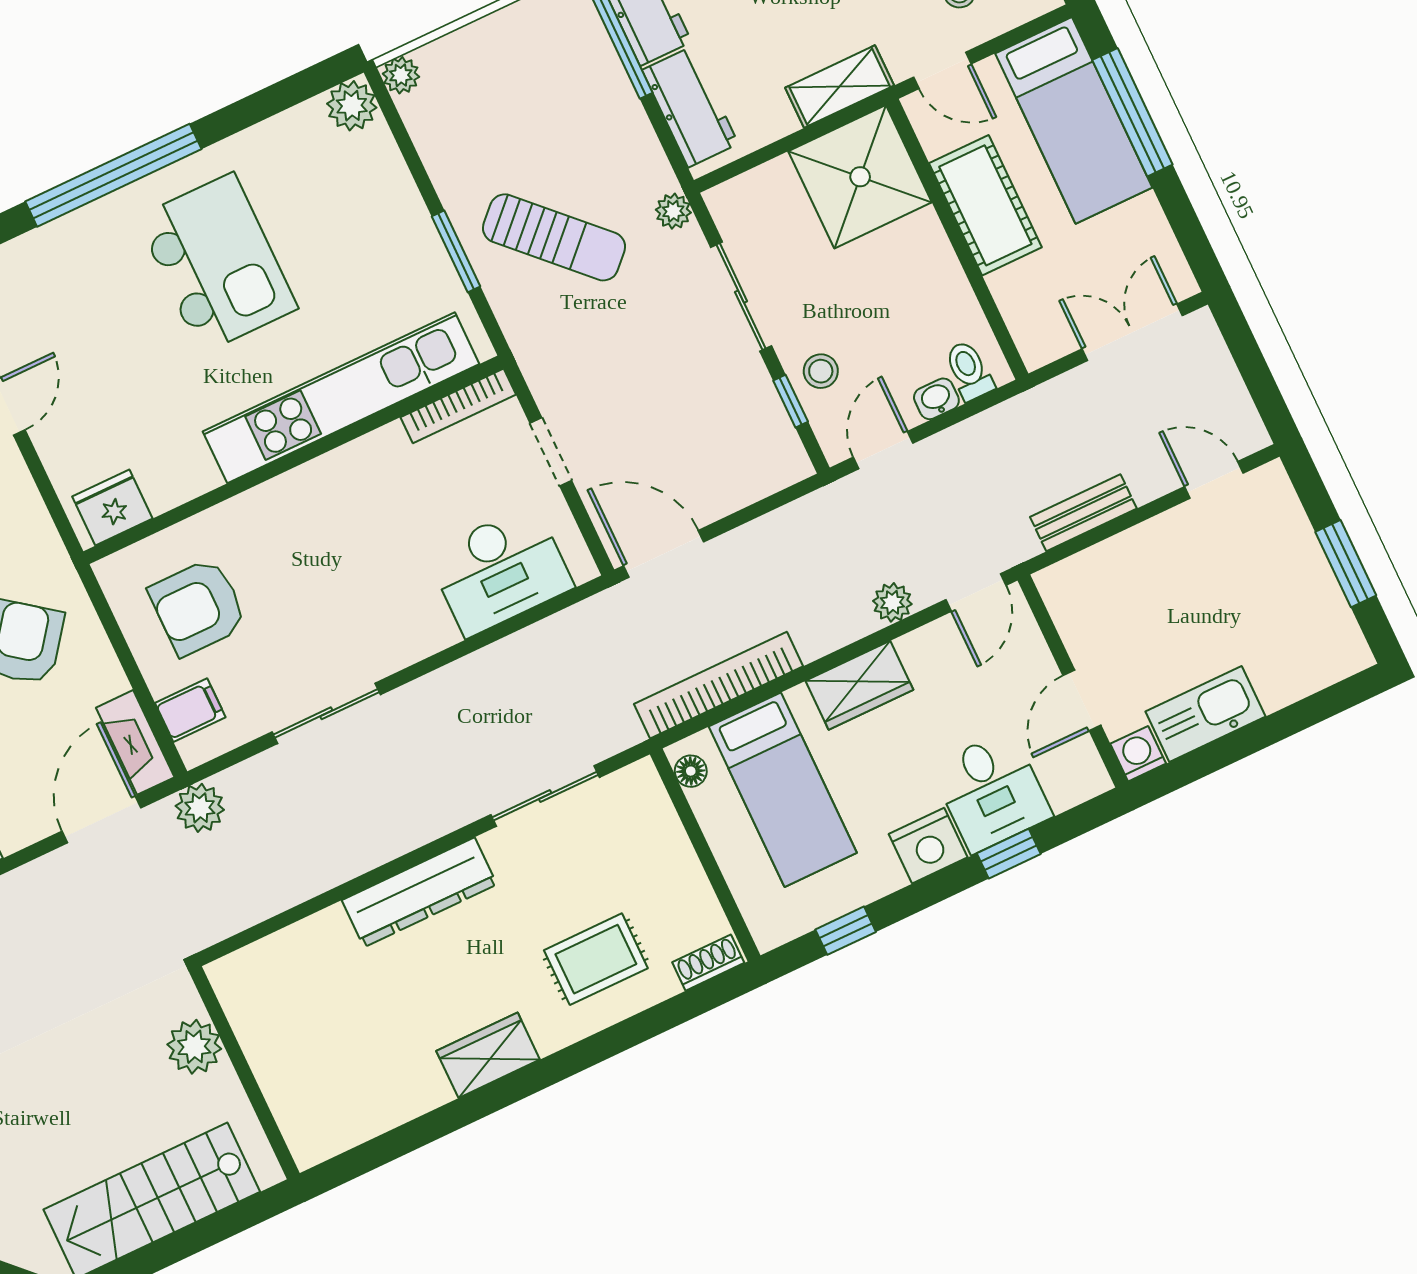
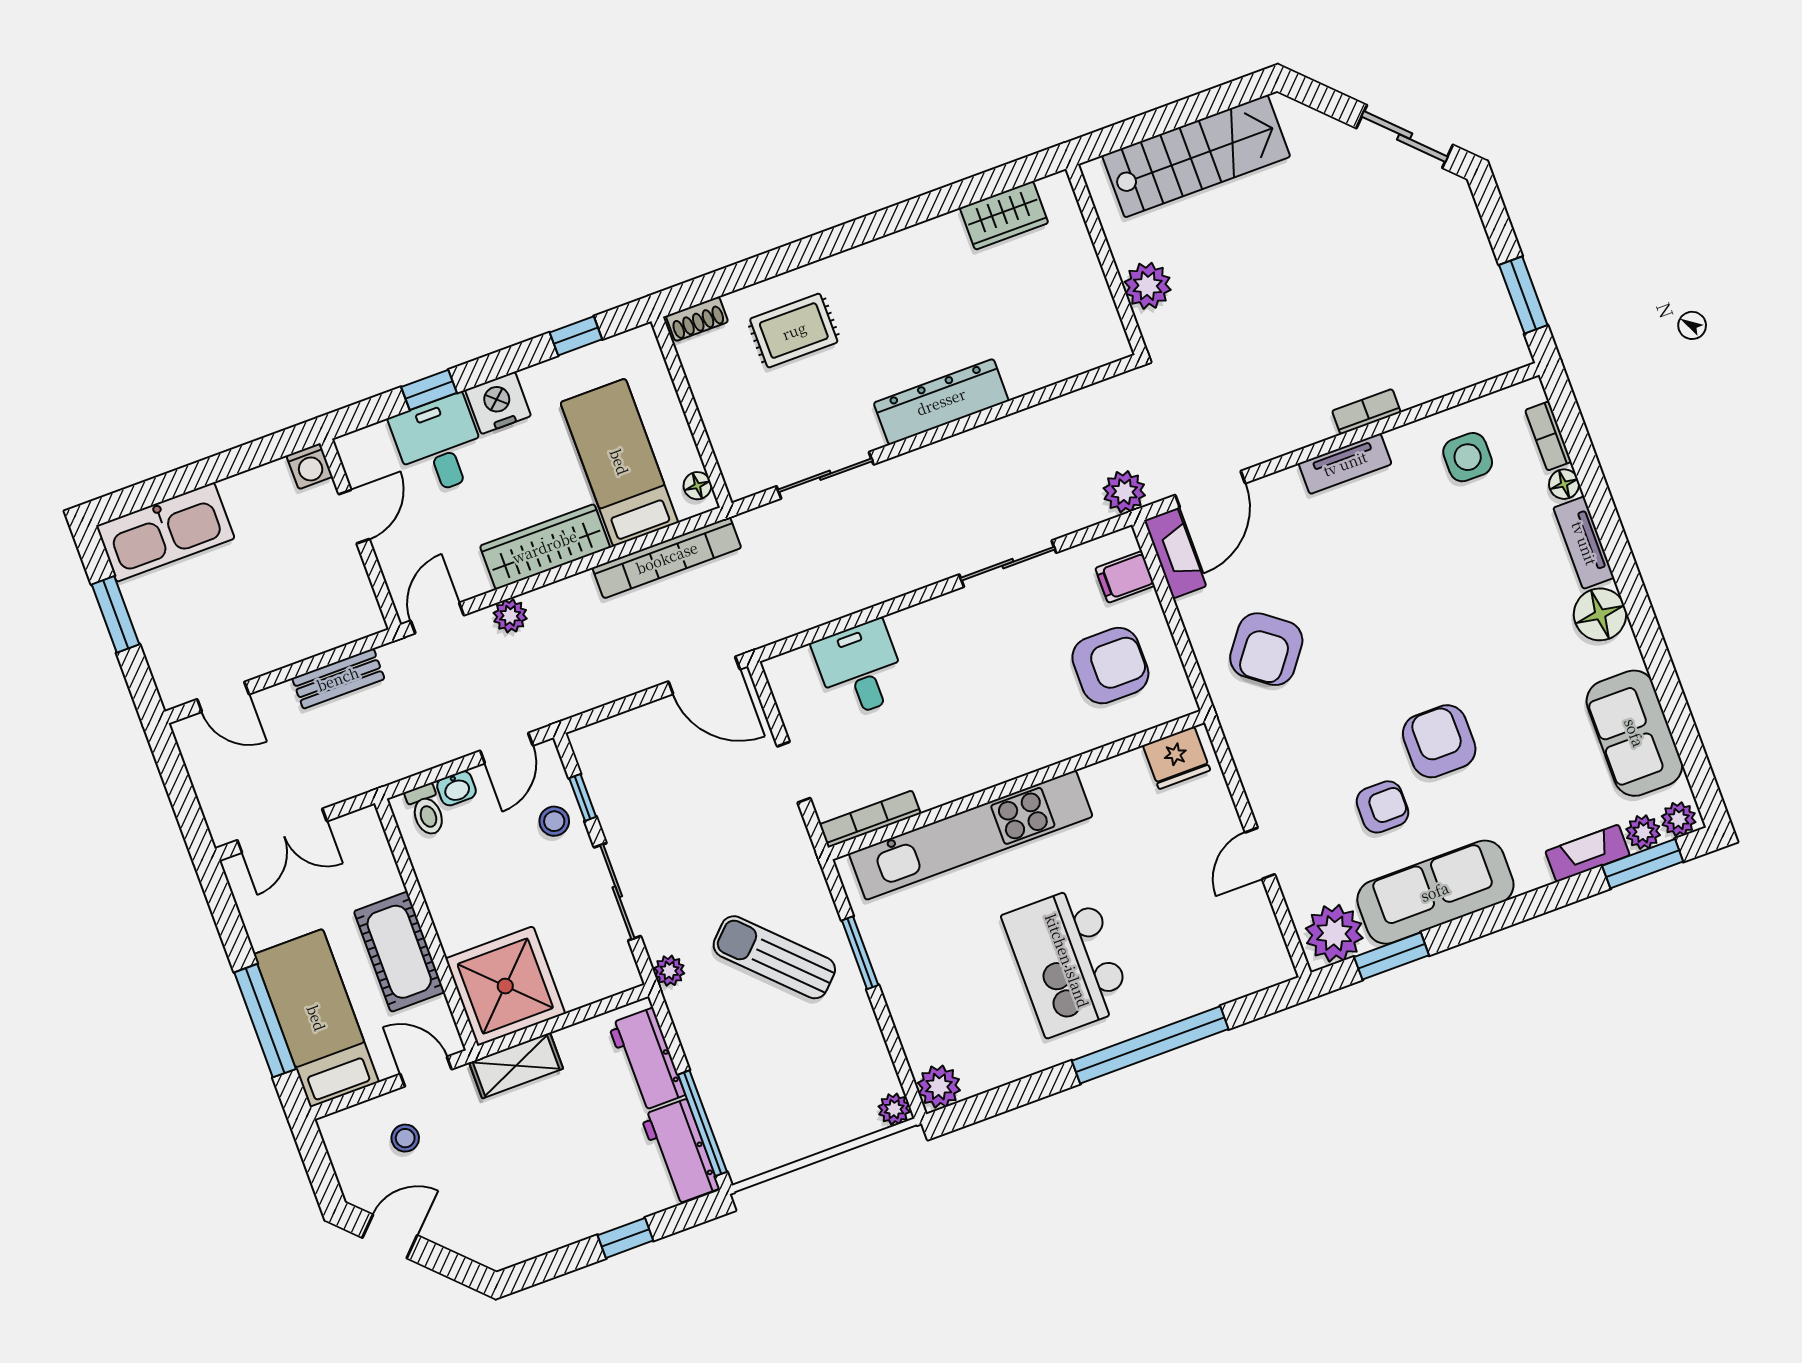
desk: (500, 570) -> (860, 669), width x0.73
wardrobe: (859, 685) -> (545, 547), width x1.50
kitchen sink: (1206, 714) -> (165, 532), moved, width x1.36, depth x1.24
wardrobe: (488, 1055) -> (1004, 215), moved

